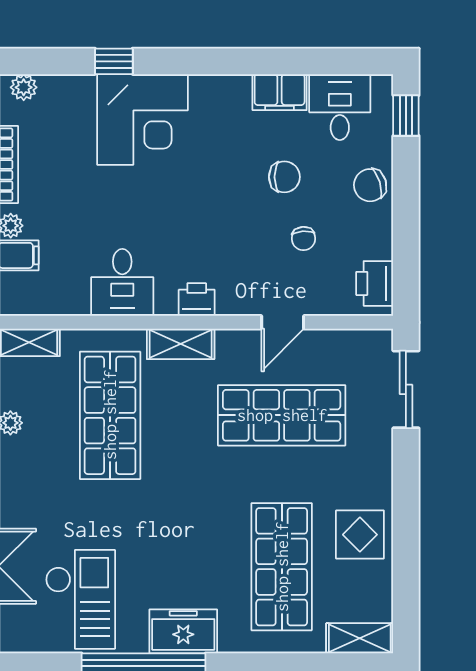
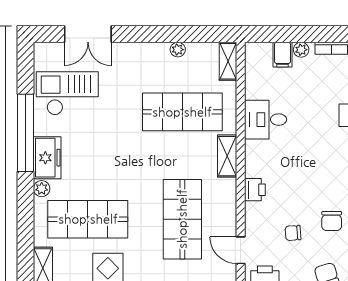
printer: (197, 300) -> (255, 190), moved
door: (283, 322) -> (241, 250), moved
checkout: (80, 599) -> (67, 93), turned 180
plant: (233, 640) -> (42, 189), added

